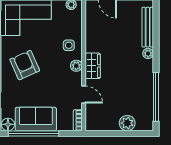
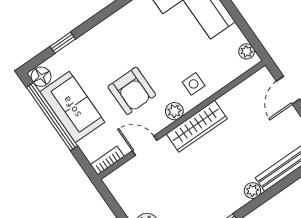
armchair: (25, 65) -> (132, 91), moved, turned 114
wardrobe: (93, 66) -> (197, 126), width x1.50
door: (84, 95) -> (145, 146), swing flipped

